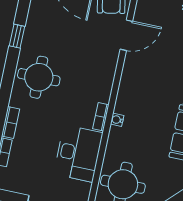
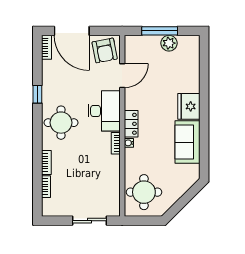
locker: (125, 97) -> (131, 124), added
desk: (78, 153) -> (104, 111), moved

